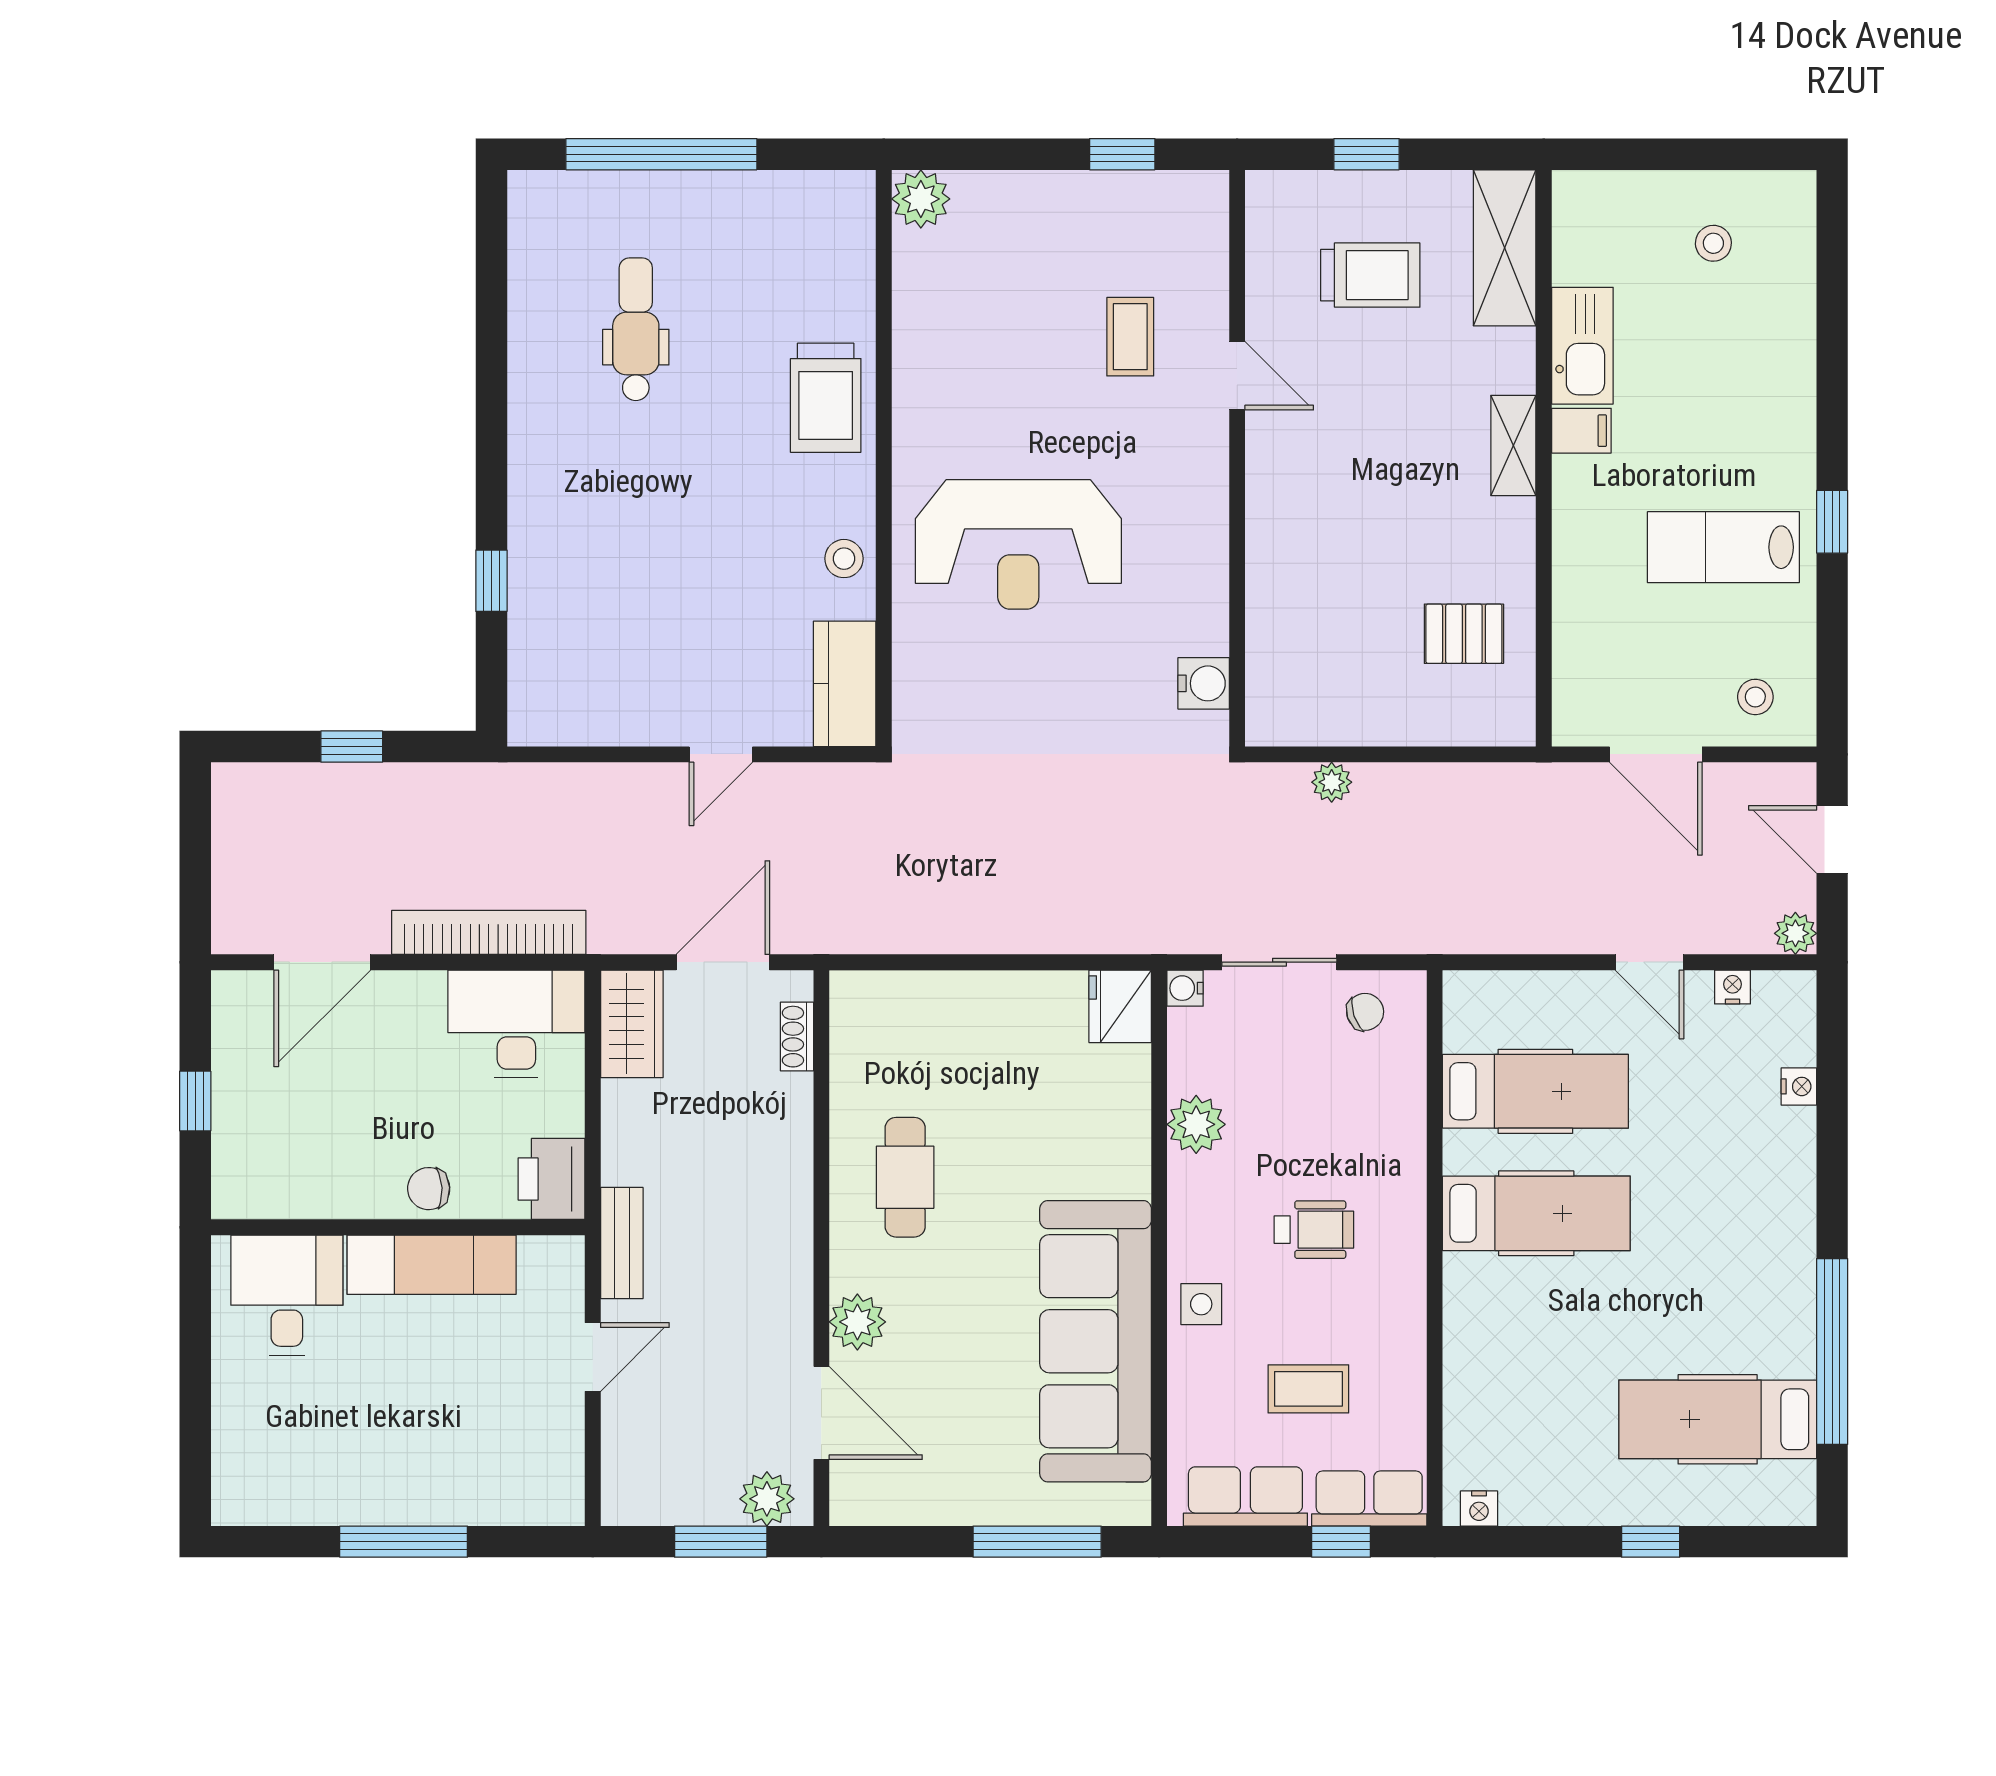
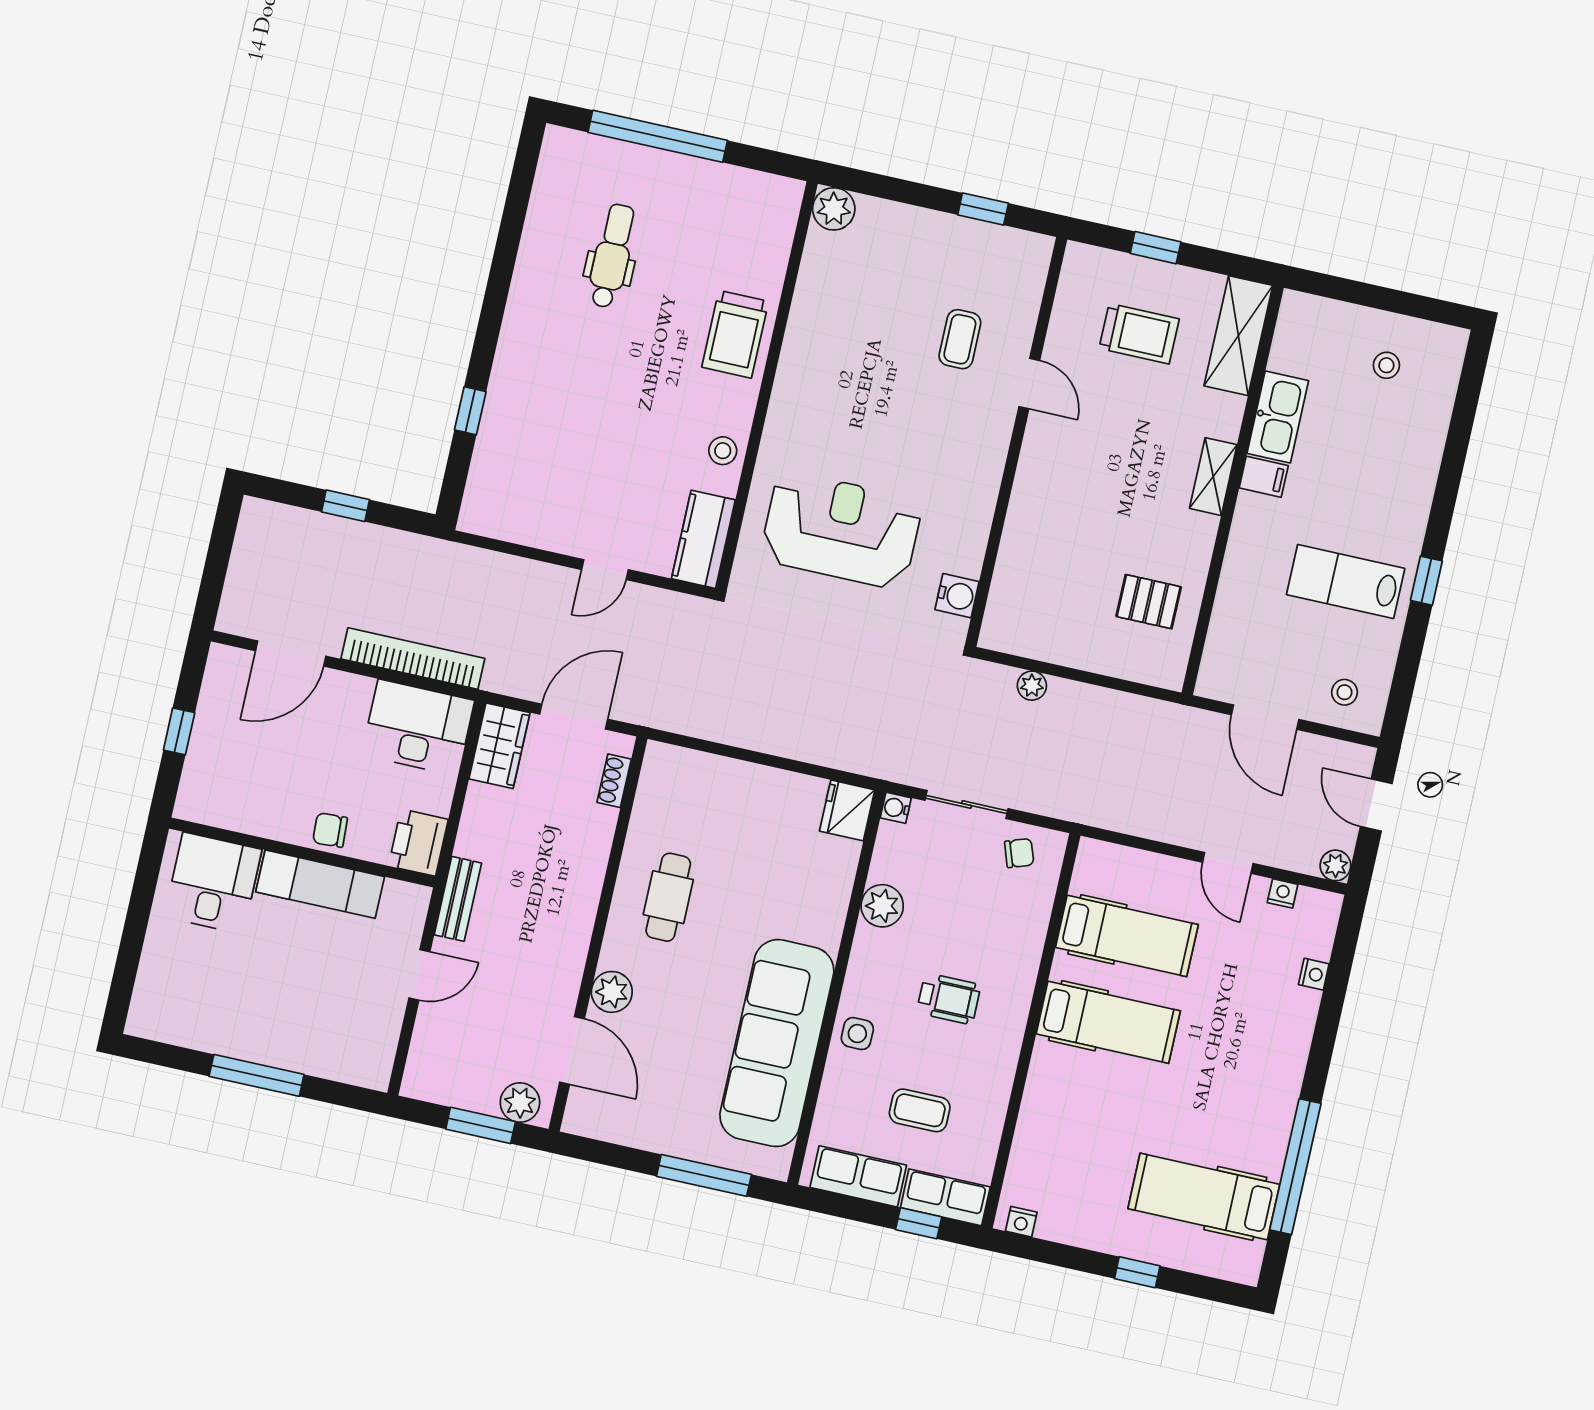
reception desk: (1018, 544) -> (841, 530), moved, turned 180

